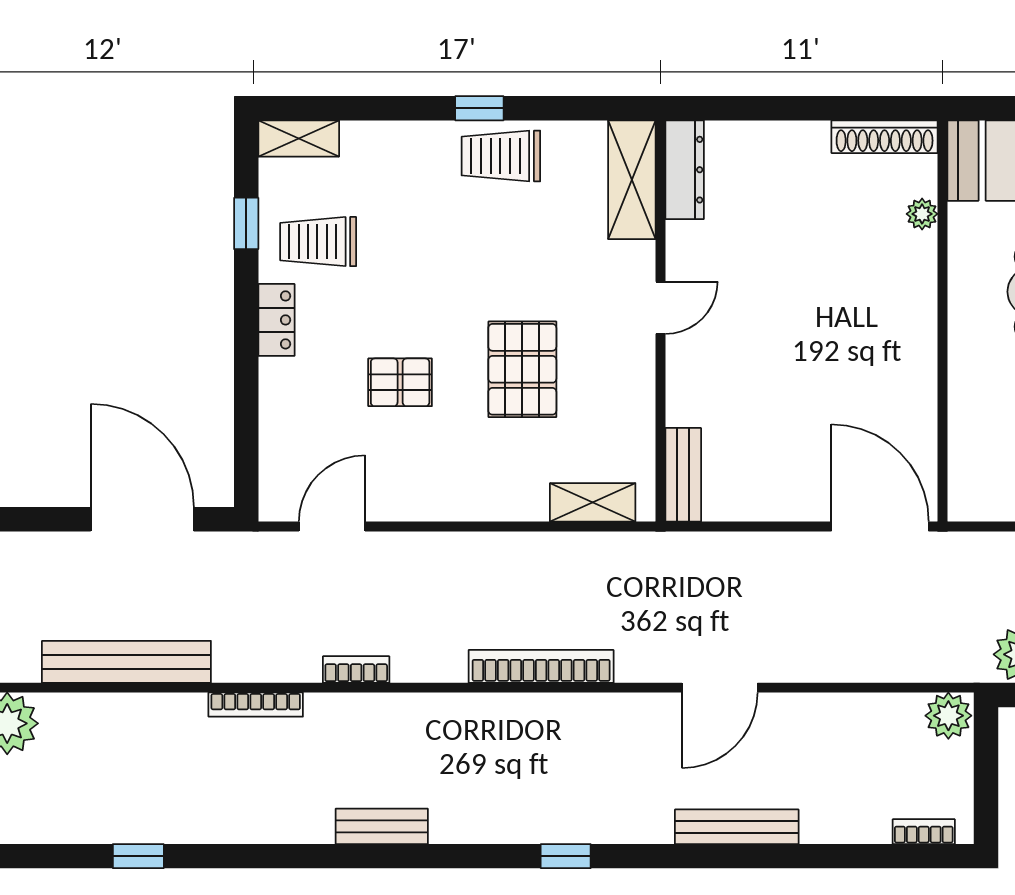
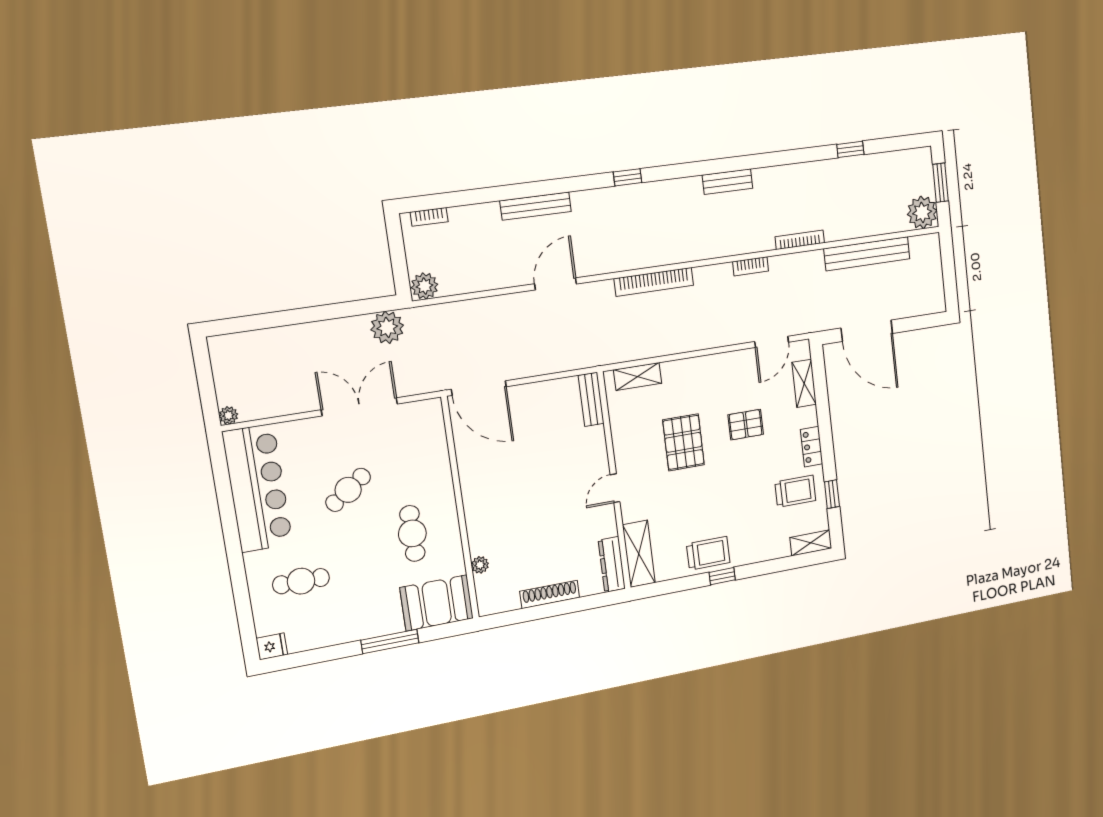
shoe rack: (885, 137) -> (550, 594), moved
shelving: (278, 440) -> (804, 383), added

